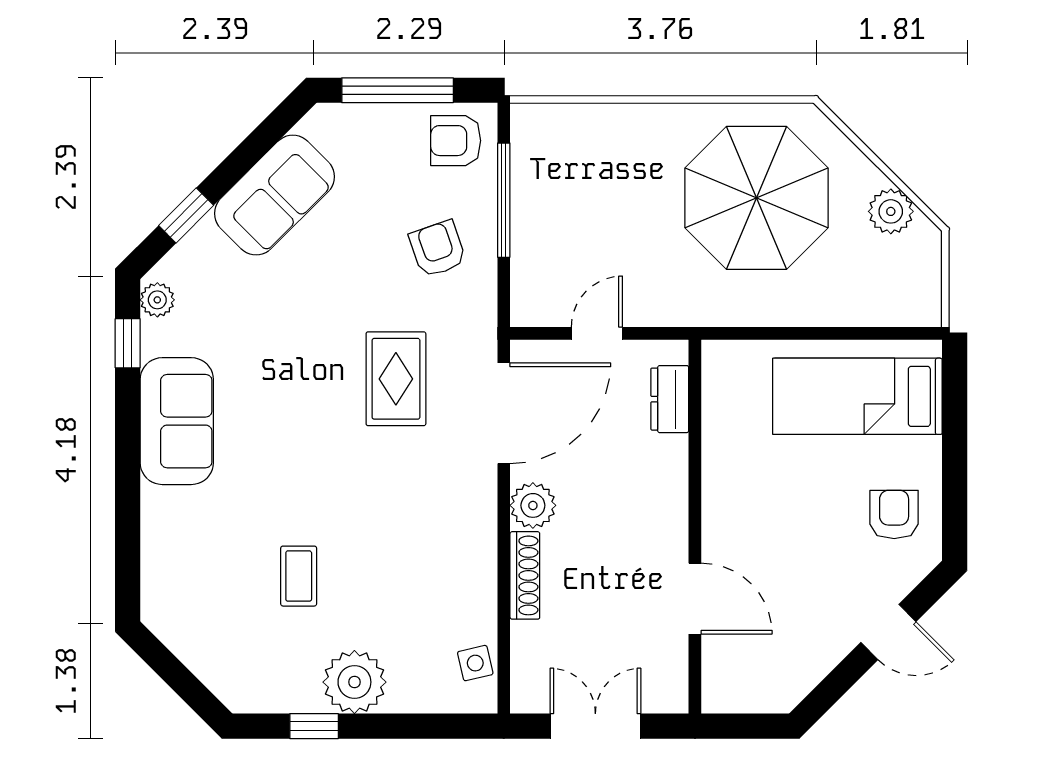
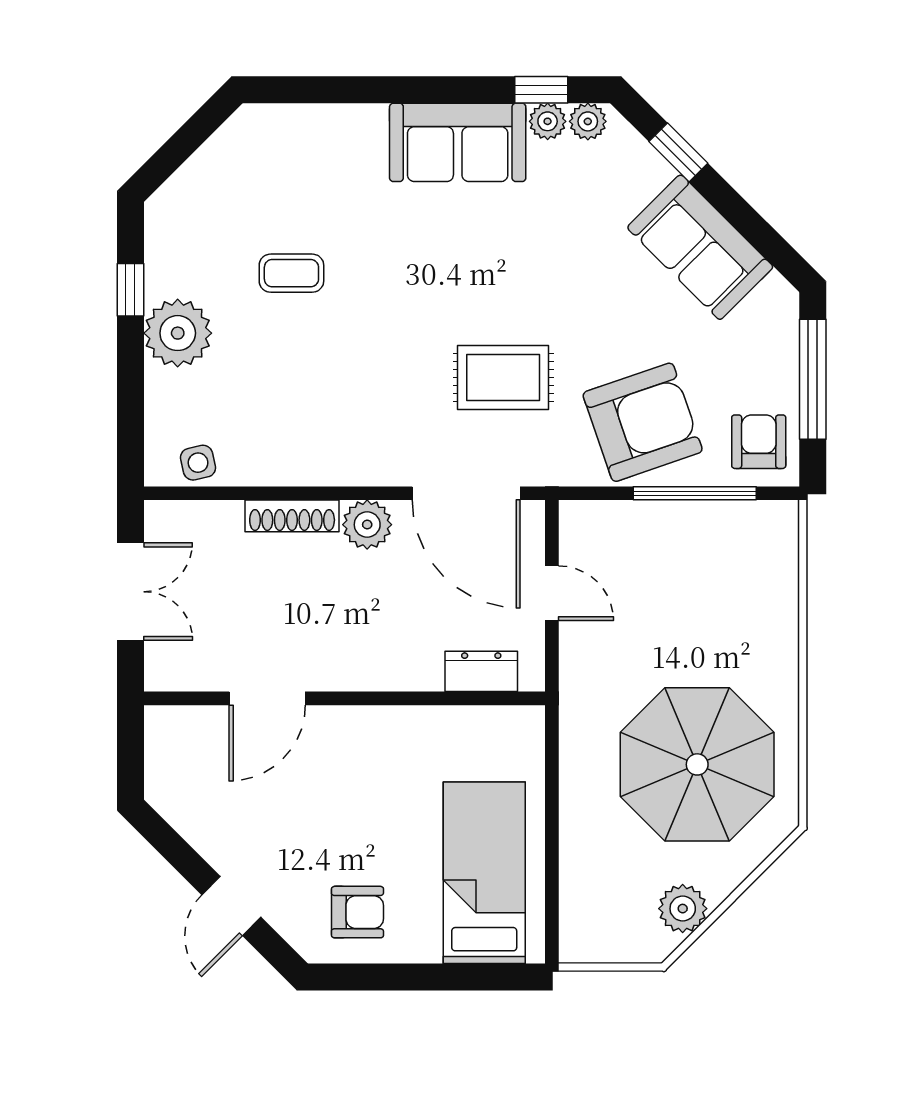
armchair: (438, 249) -> (643, 422), width x1.88, depth x1.88
plant: (157, 337) -> (548, 121), added

